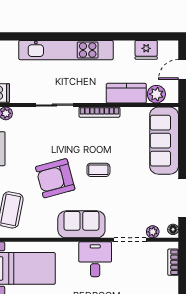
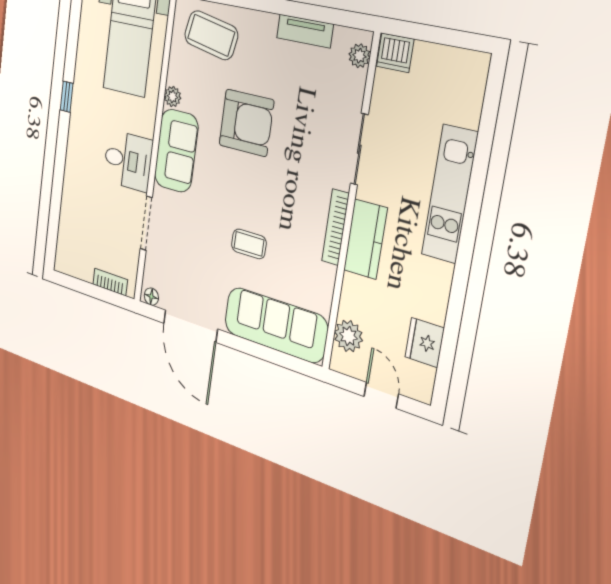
kitchen unit: (66, 50) -> (450, 194), width x0.73
kitchen counter: (126, 93) -> (365, 239), moved
coffee table: (98, 170) -> (249, 244), moved, turned 90
armchair: (55, 178) -> (246, 123), turned 105
plant: (153, 232) -> (172, 97), moved

